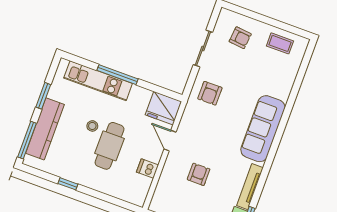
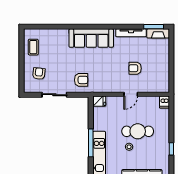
fridge: (163, 108) -> (99, 101), width x0.53, depth x0.75
door: (170, 141) -> (131, 94), moved
dishwasher: (147, 169) -> (164, 102), moved

